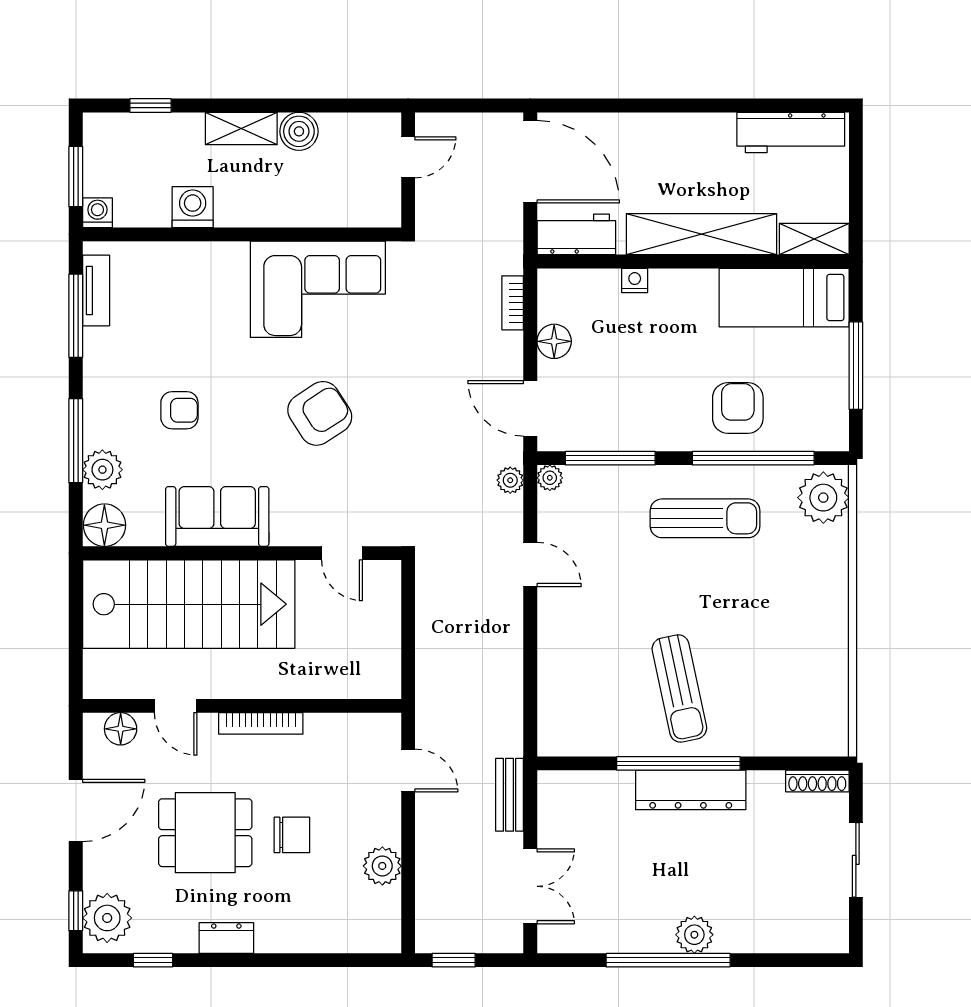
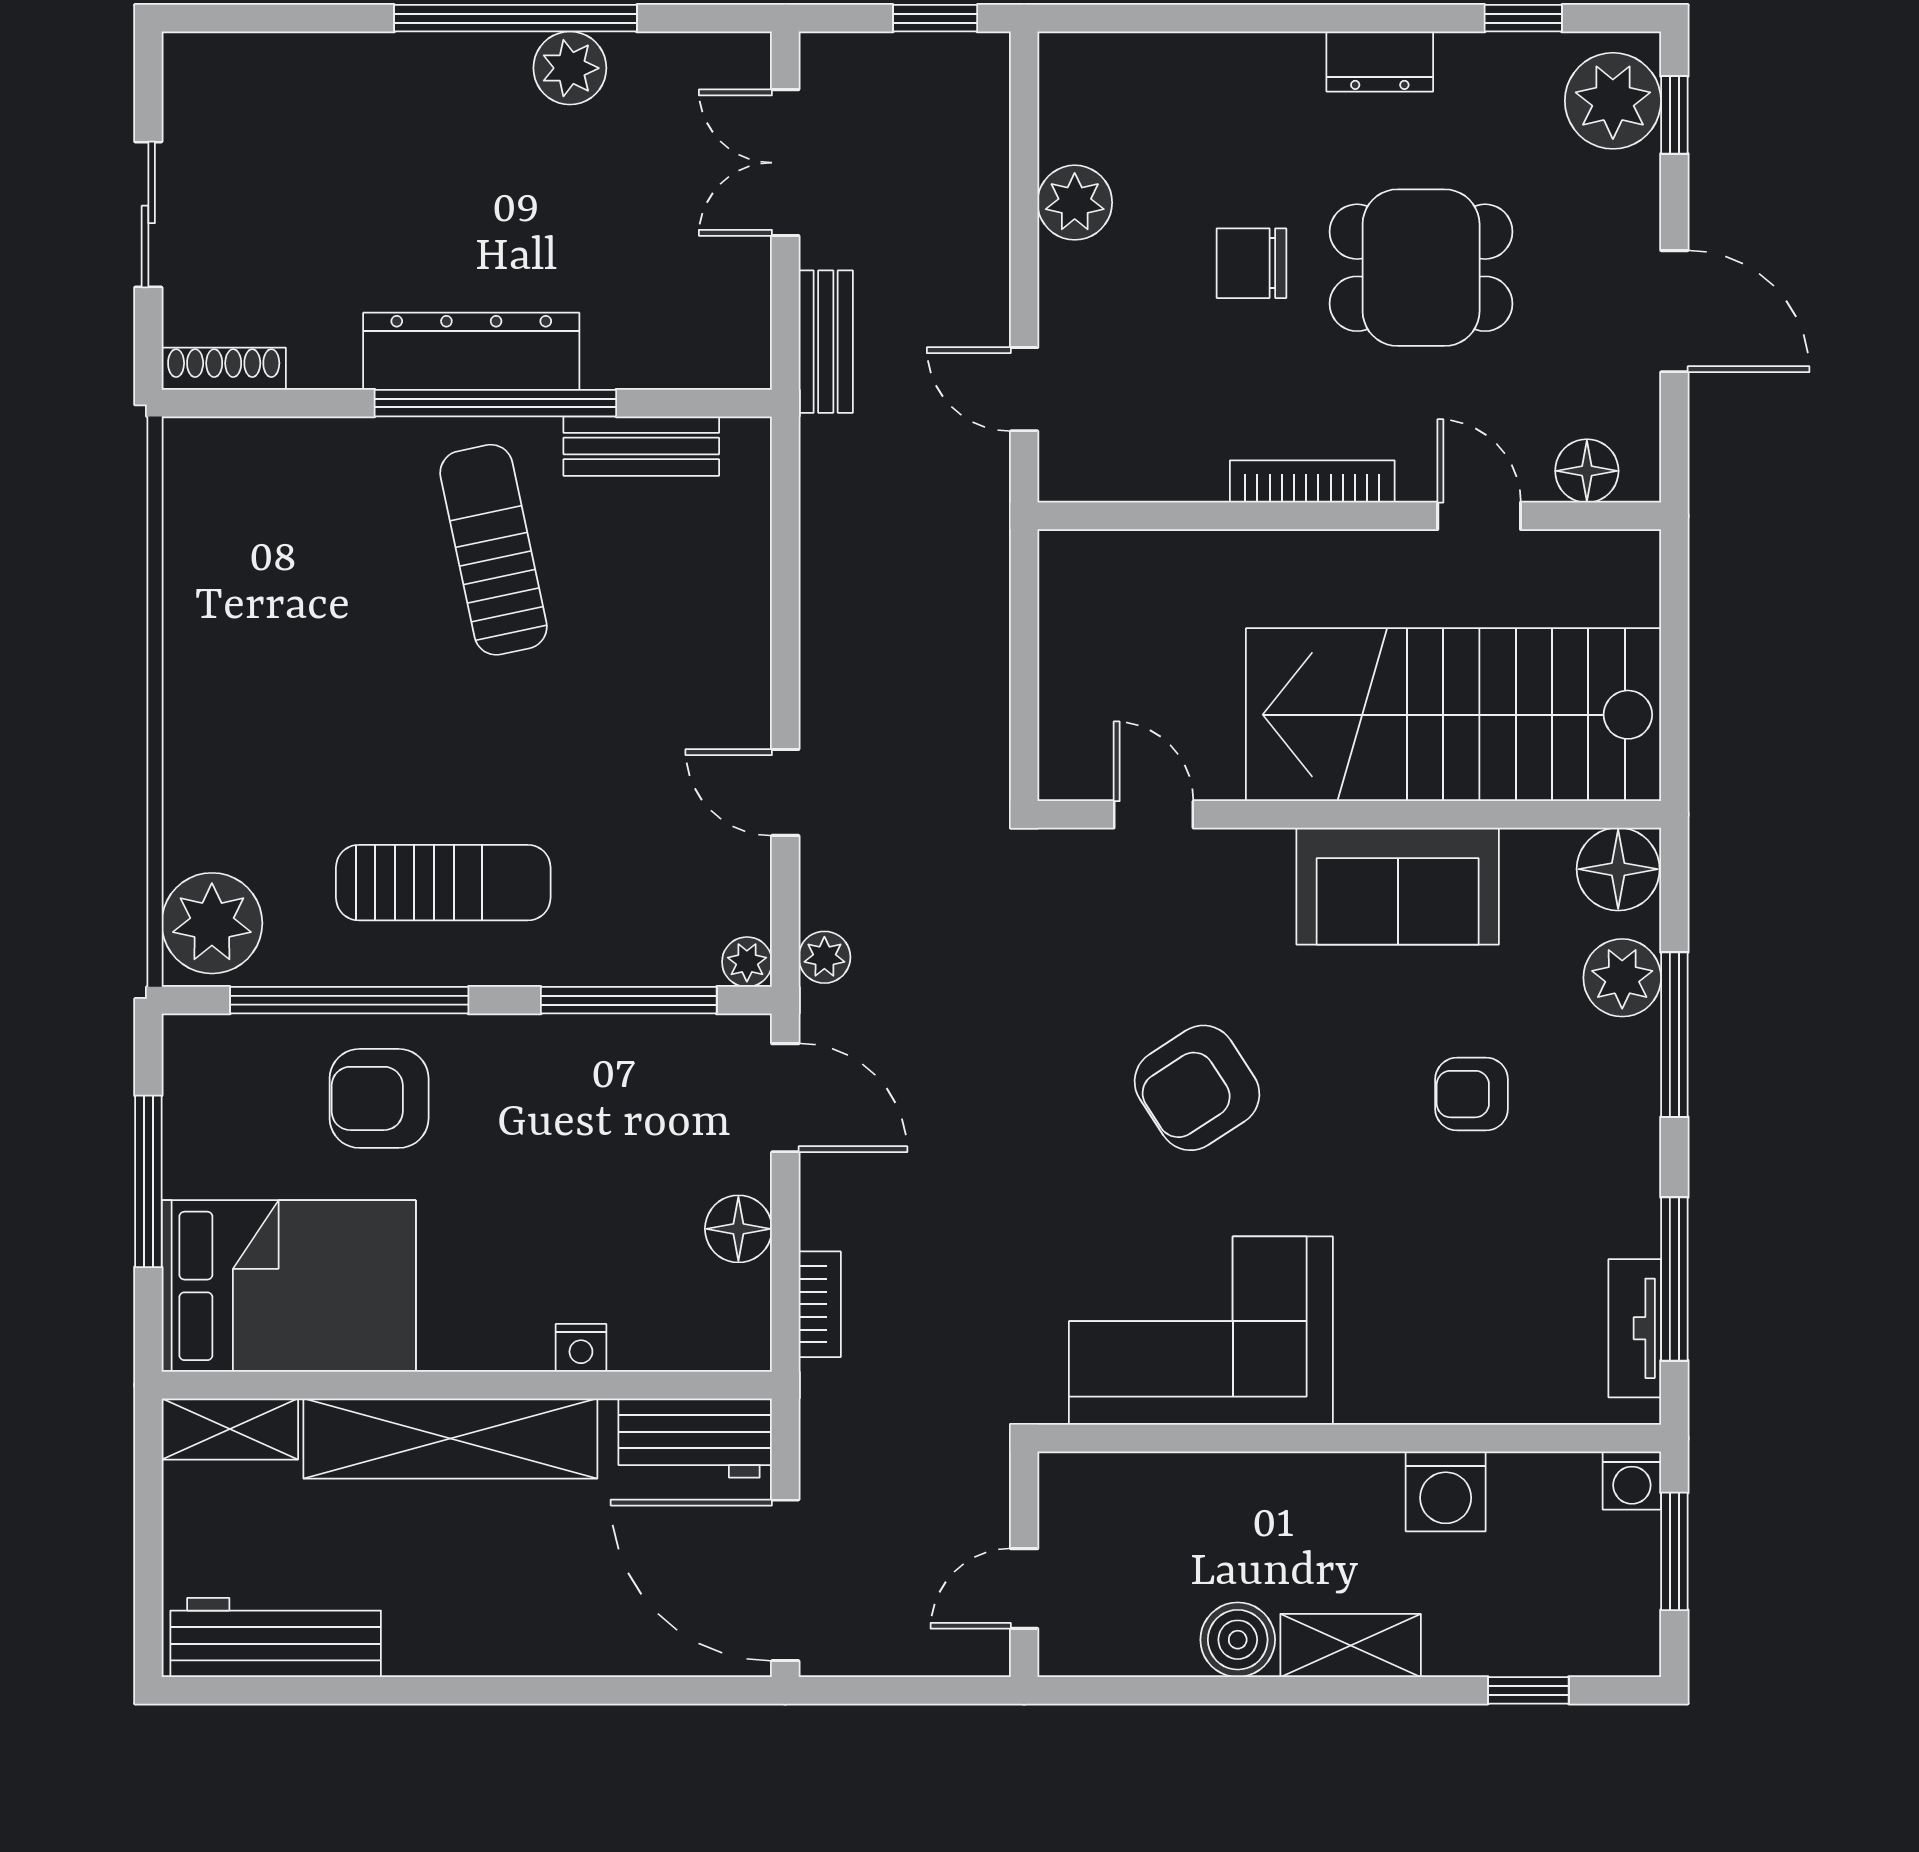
bed: (784, 298) -> (289, 1286), width x1.50
armchair: (738, 408) -> (379, 1098), turned 90
sun lounger: (705, 518) -> (443, 883), turned 180
bench: (604, 741) -> (641, 446), added
door: (76, 810) -> (1674, 311), swing flipped
plant: (694, 935) -> (570, 68), moved

